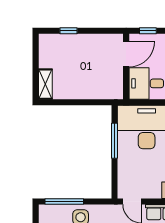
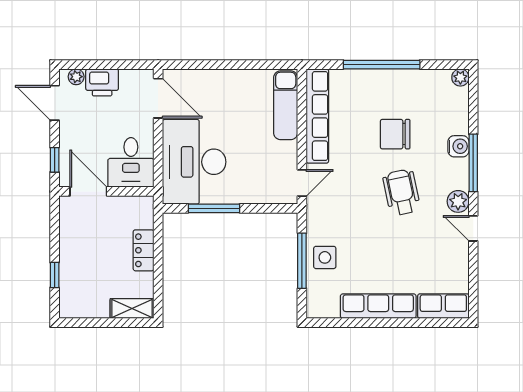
locker: (86, 92) -> (144, 250), added
window: (64, 201) -> (302, 261), moved

